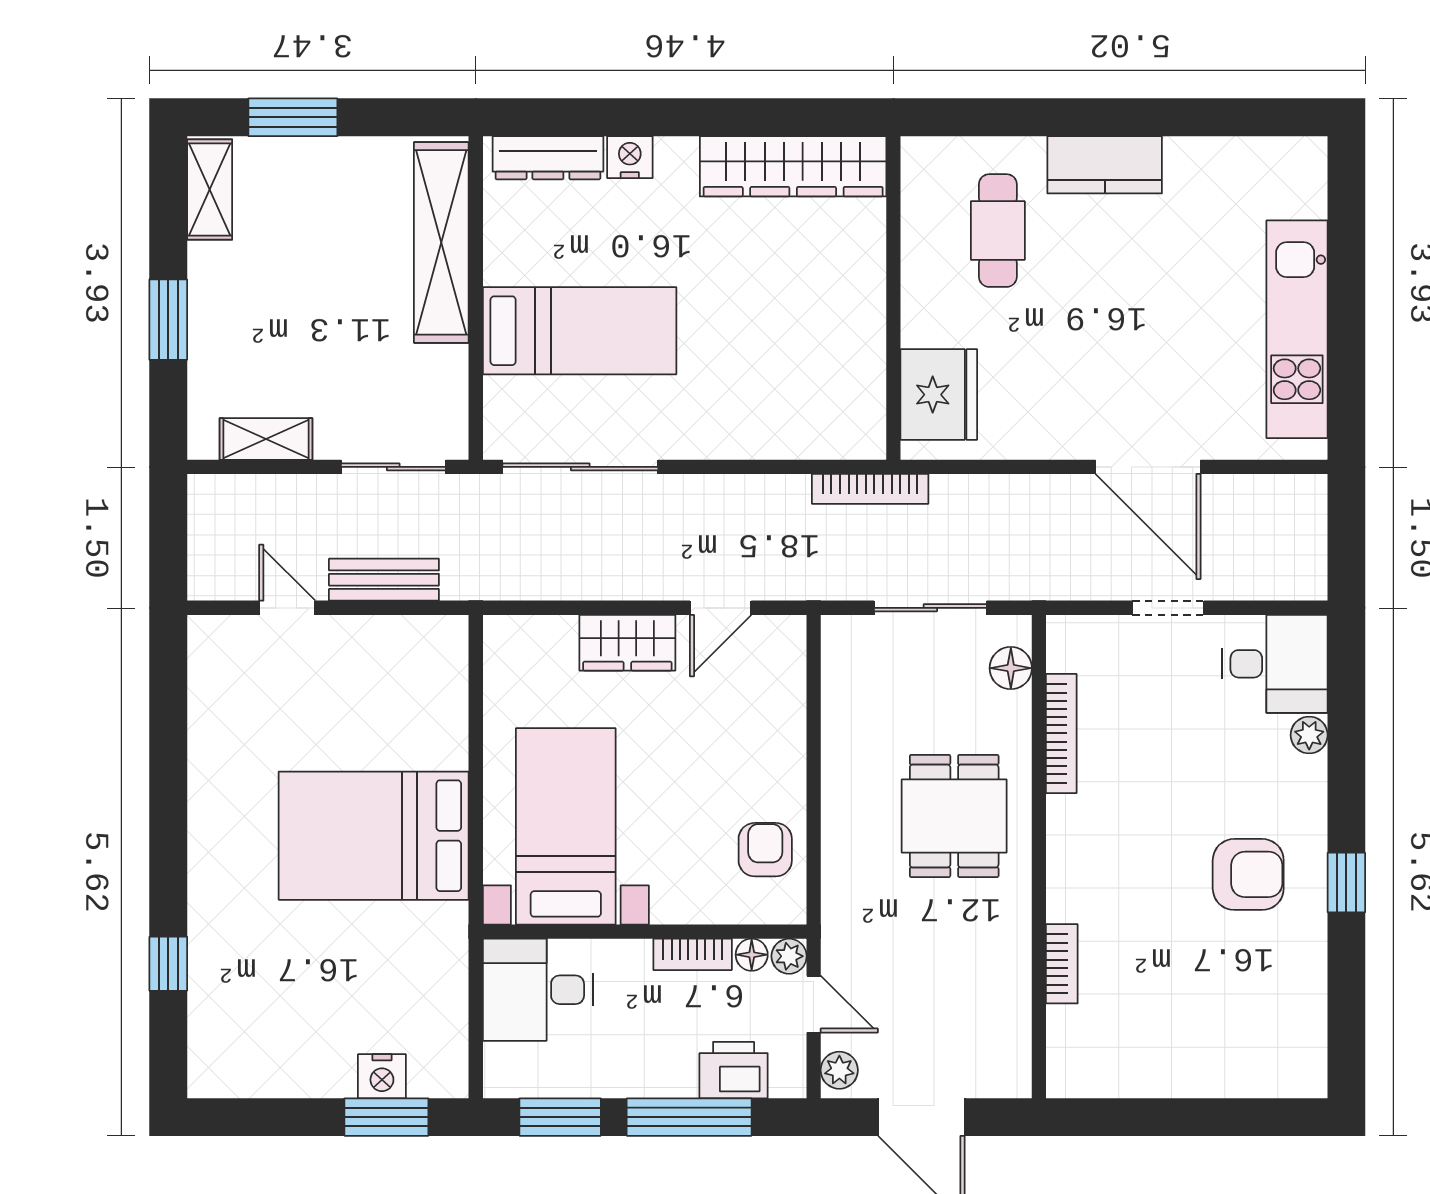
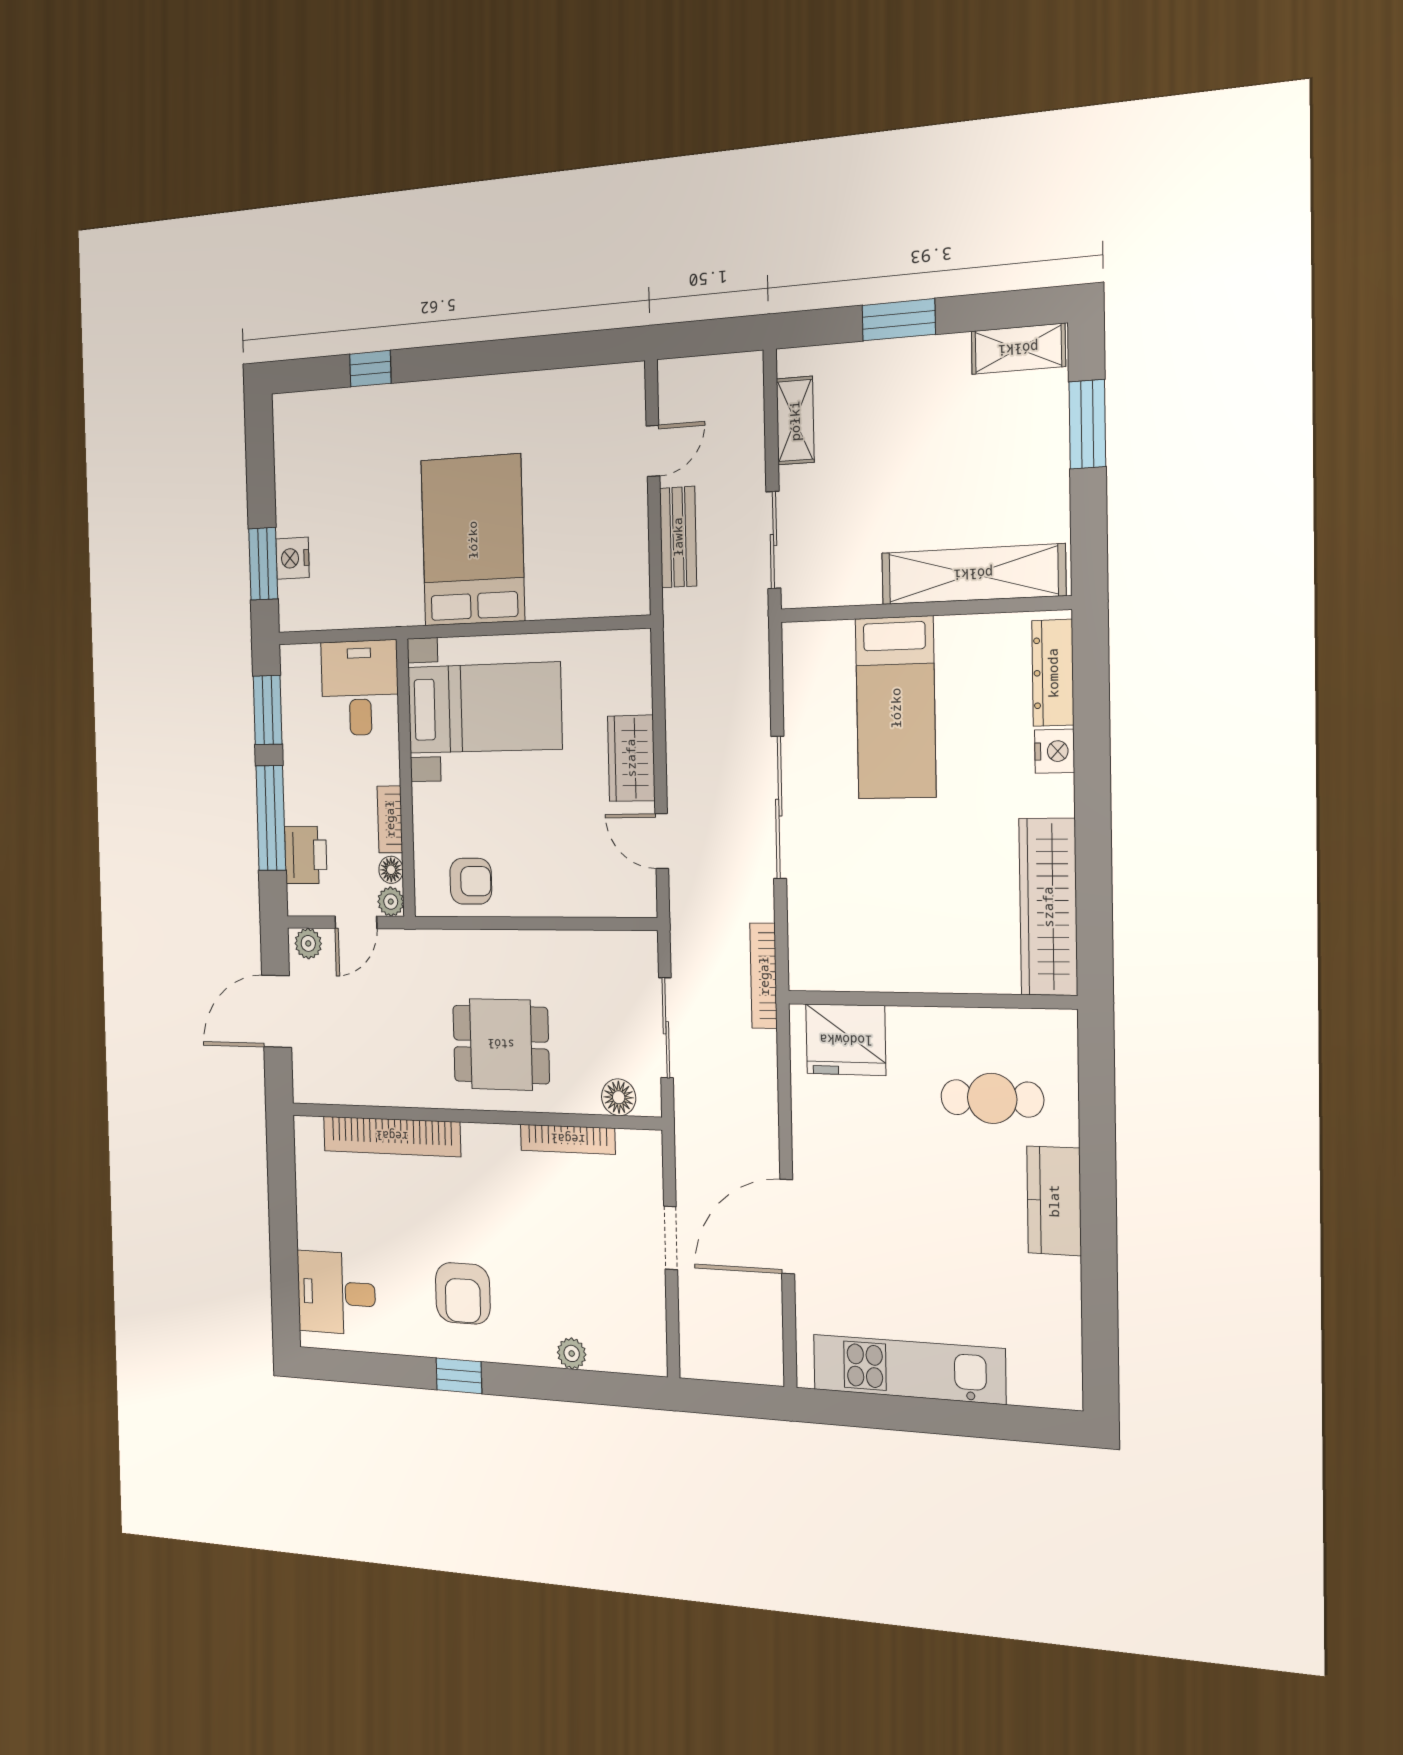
sliding door: (580, 467) -> (779, 808), moved
desk: (1275, 664) -> (336, 1293), moved, turned 90
bookcase: (1062, 964) -> (392, 1136), width x2.31, depth x1.31

